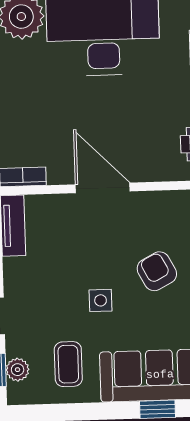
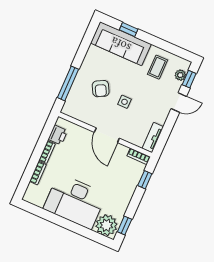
side table: (101, 300) -> (124, 102), moved

